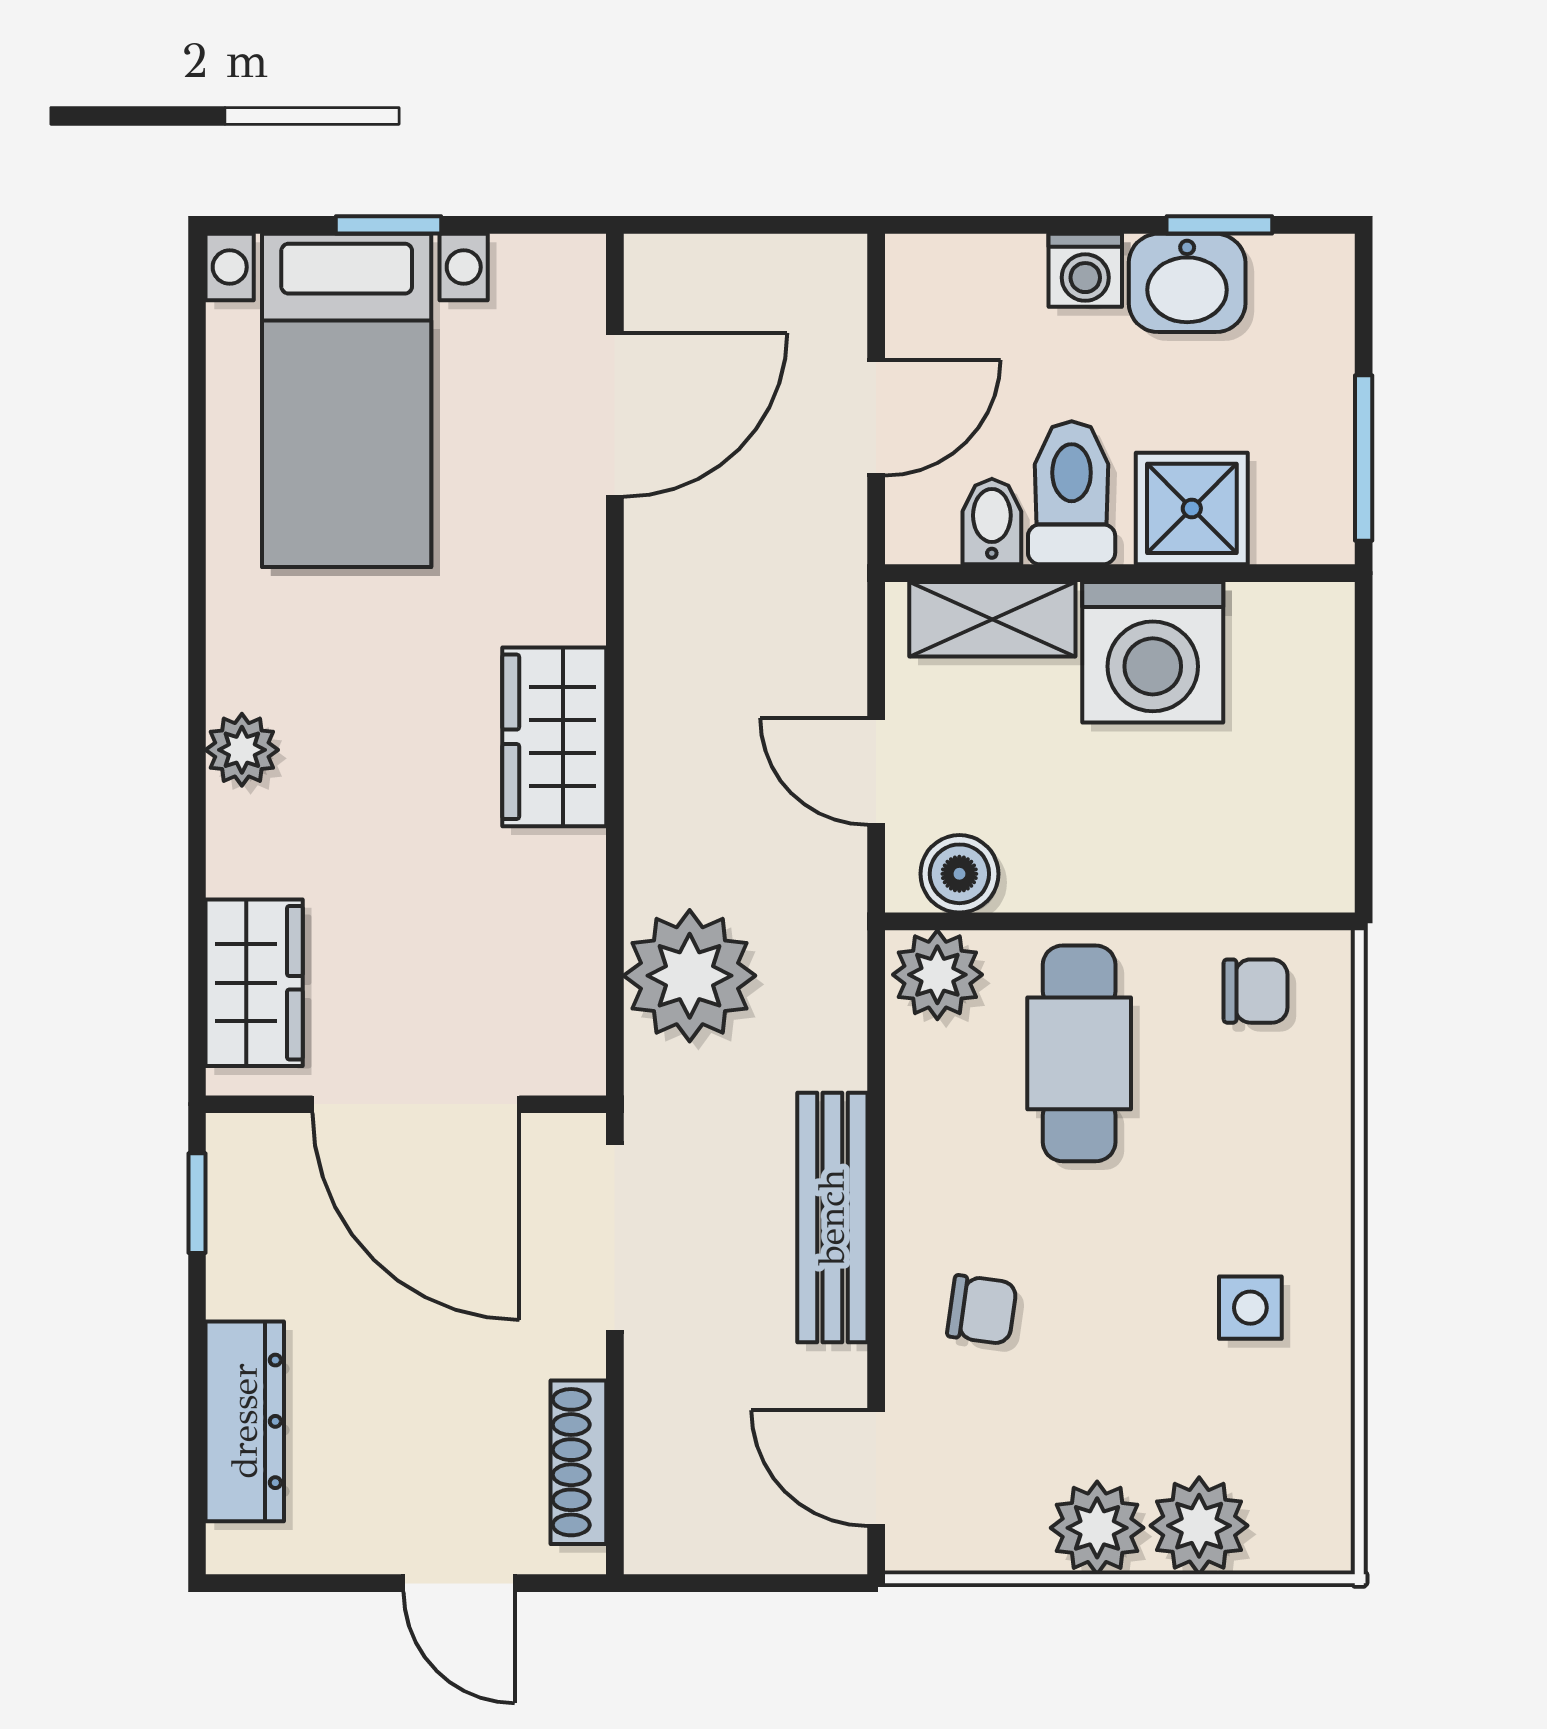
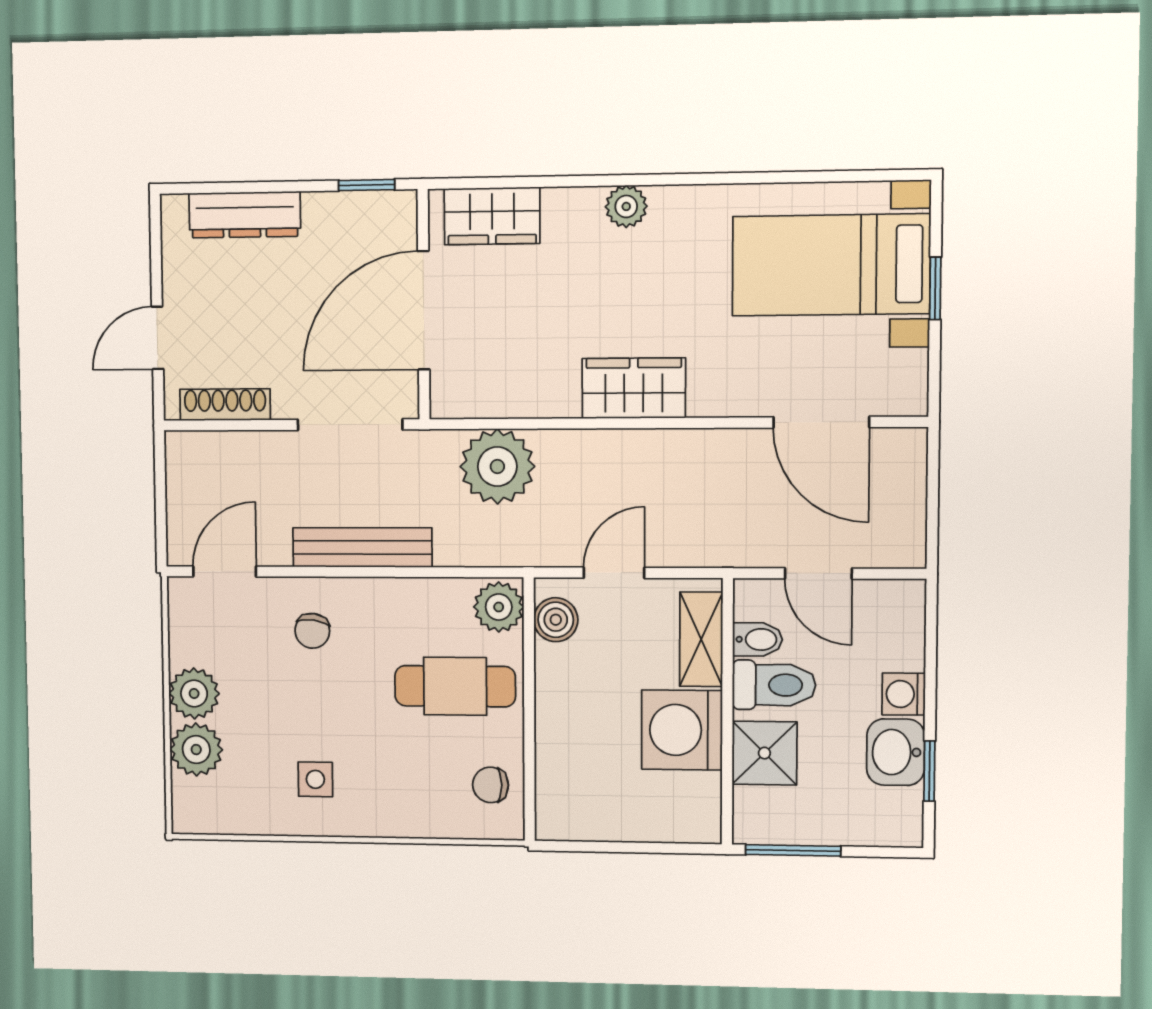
chair: (1256, 991) -> (490, 785), turned 90

